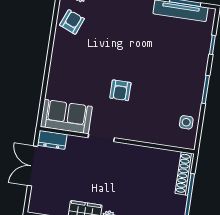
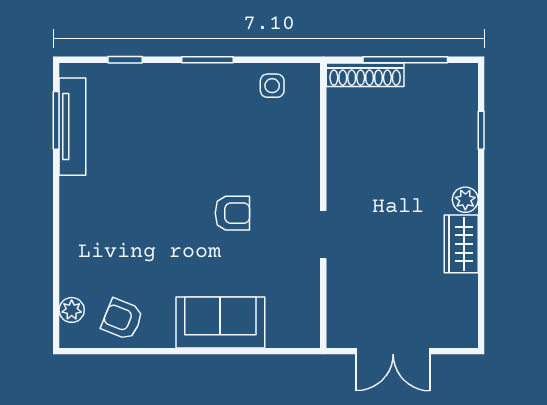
sofa: (66, 117) -> (220, 322), moved, turned 90
dresser: (52, 140) -> (341, 323), removed

